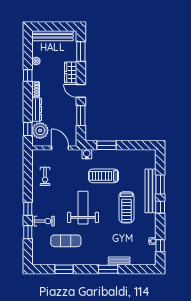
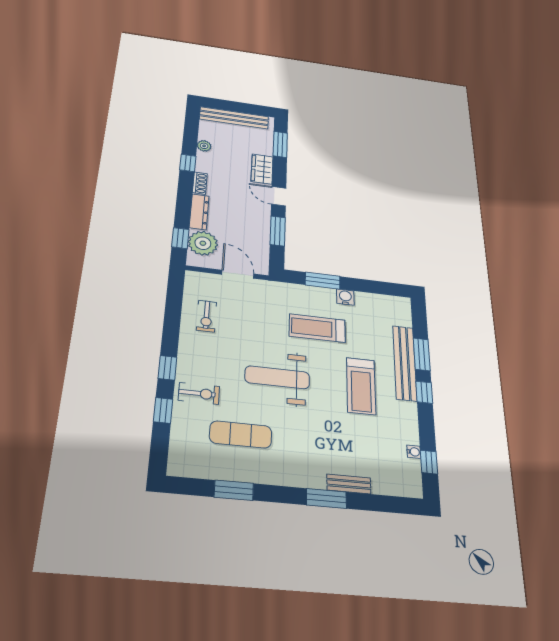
water cooler: (87, 154) -> (345, 297), moved
weight bench: (83, 208) -> (277, 377), turned -90

